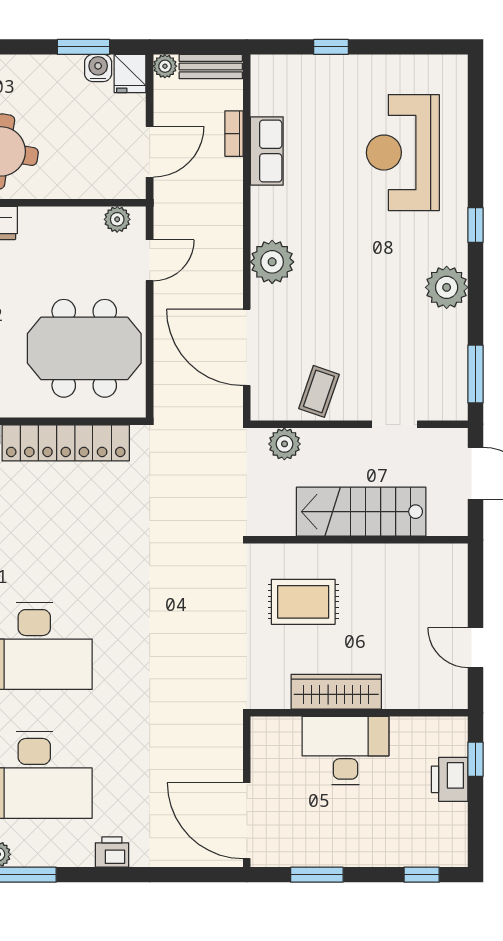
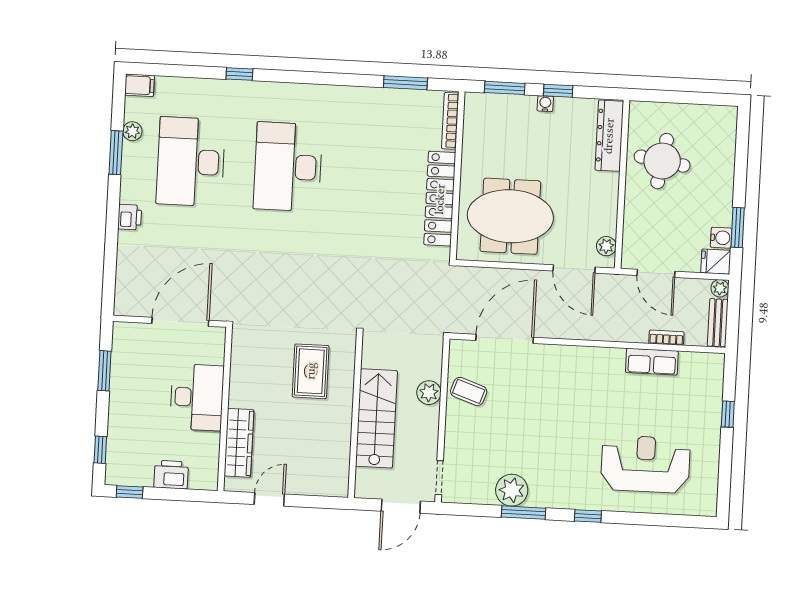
door: (150, 260) -> (574, 269), width x1.38
plant: (272, 262) -> (568, 361), removed
plant: (447, 287) -> (512, 490), moved
meeting table: (84, 348) -> (510, 216), turned 90
window: (475, 374) -> (524, 513), moved
doorway: (395, 424) -> (439, 478), moved
plant: (284, 444) -> (429, 393), moved
wardrobe: (336, 692) -> (239, 443), moved
window: (475, 759) -> (130, 492), moved
door: (247, 821) -> (180, 322), moved

